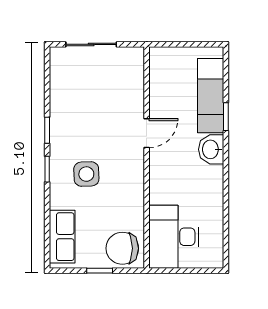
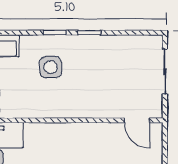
door: (147, 133) -> (137, 120), moved

